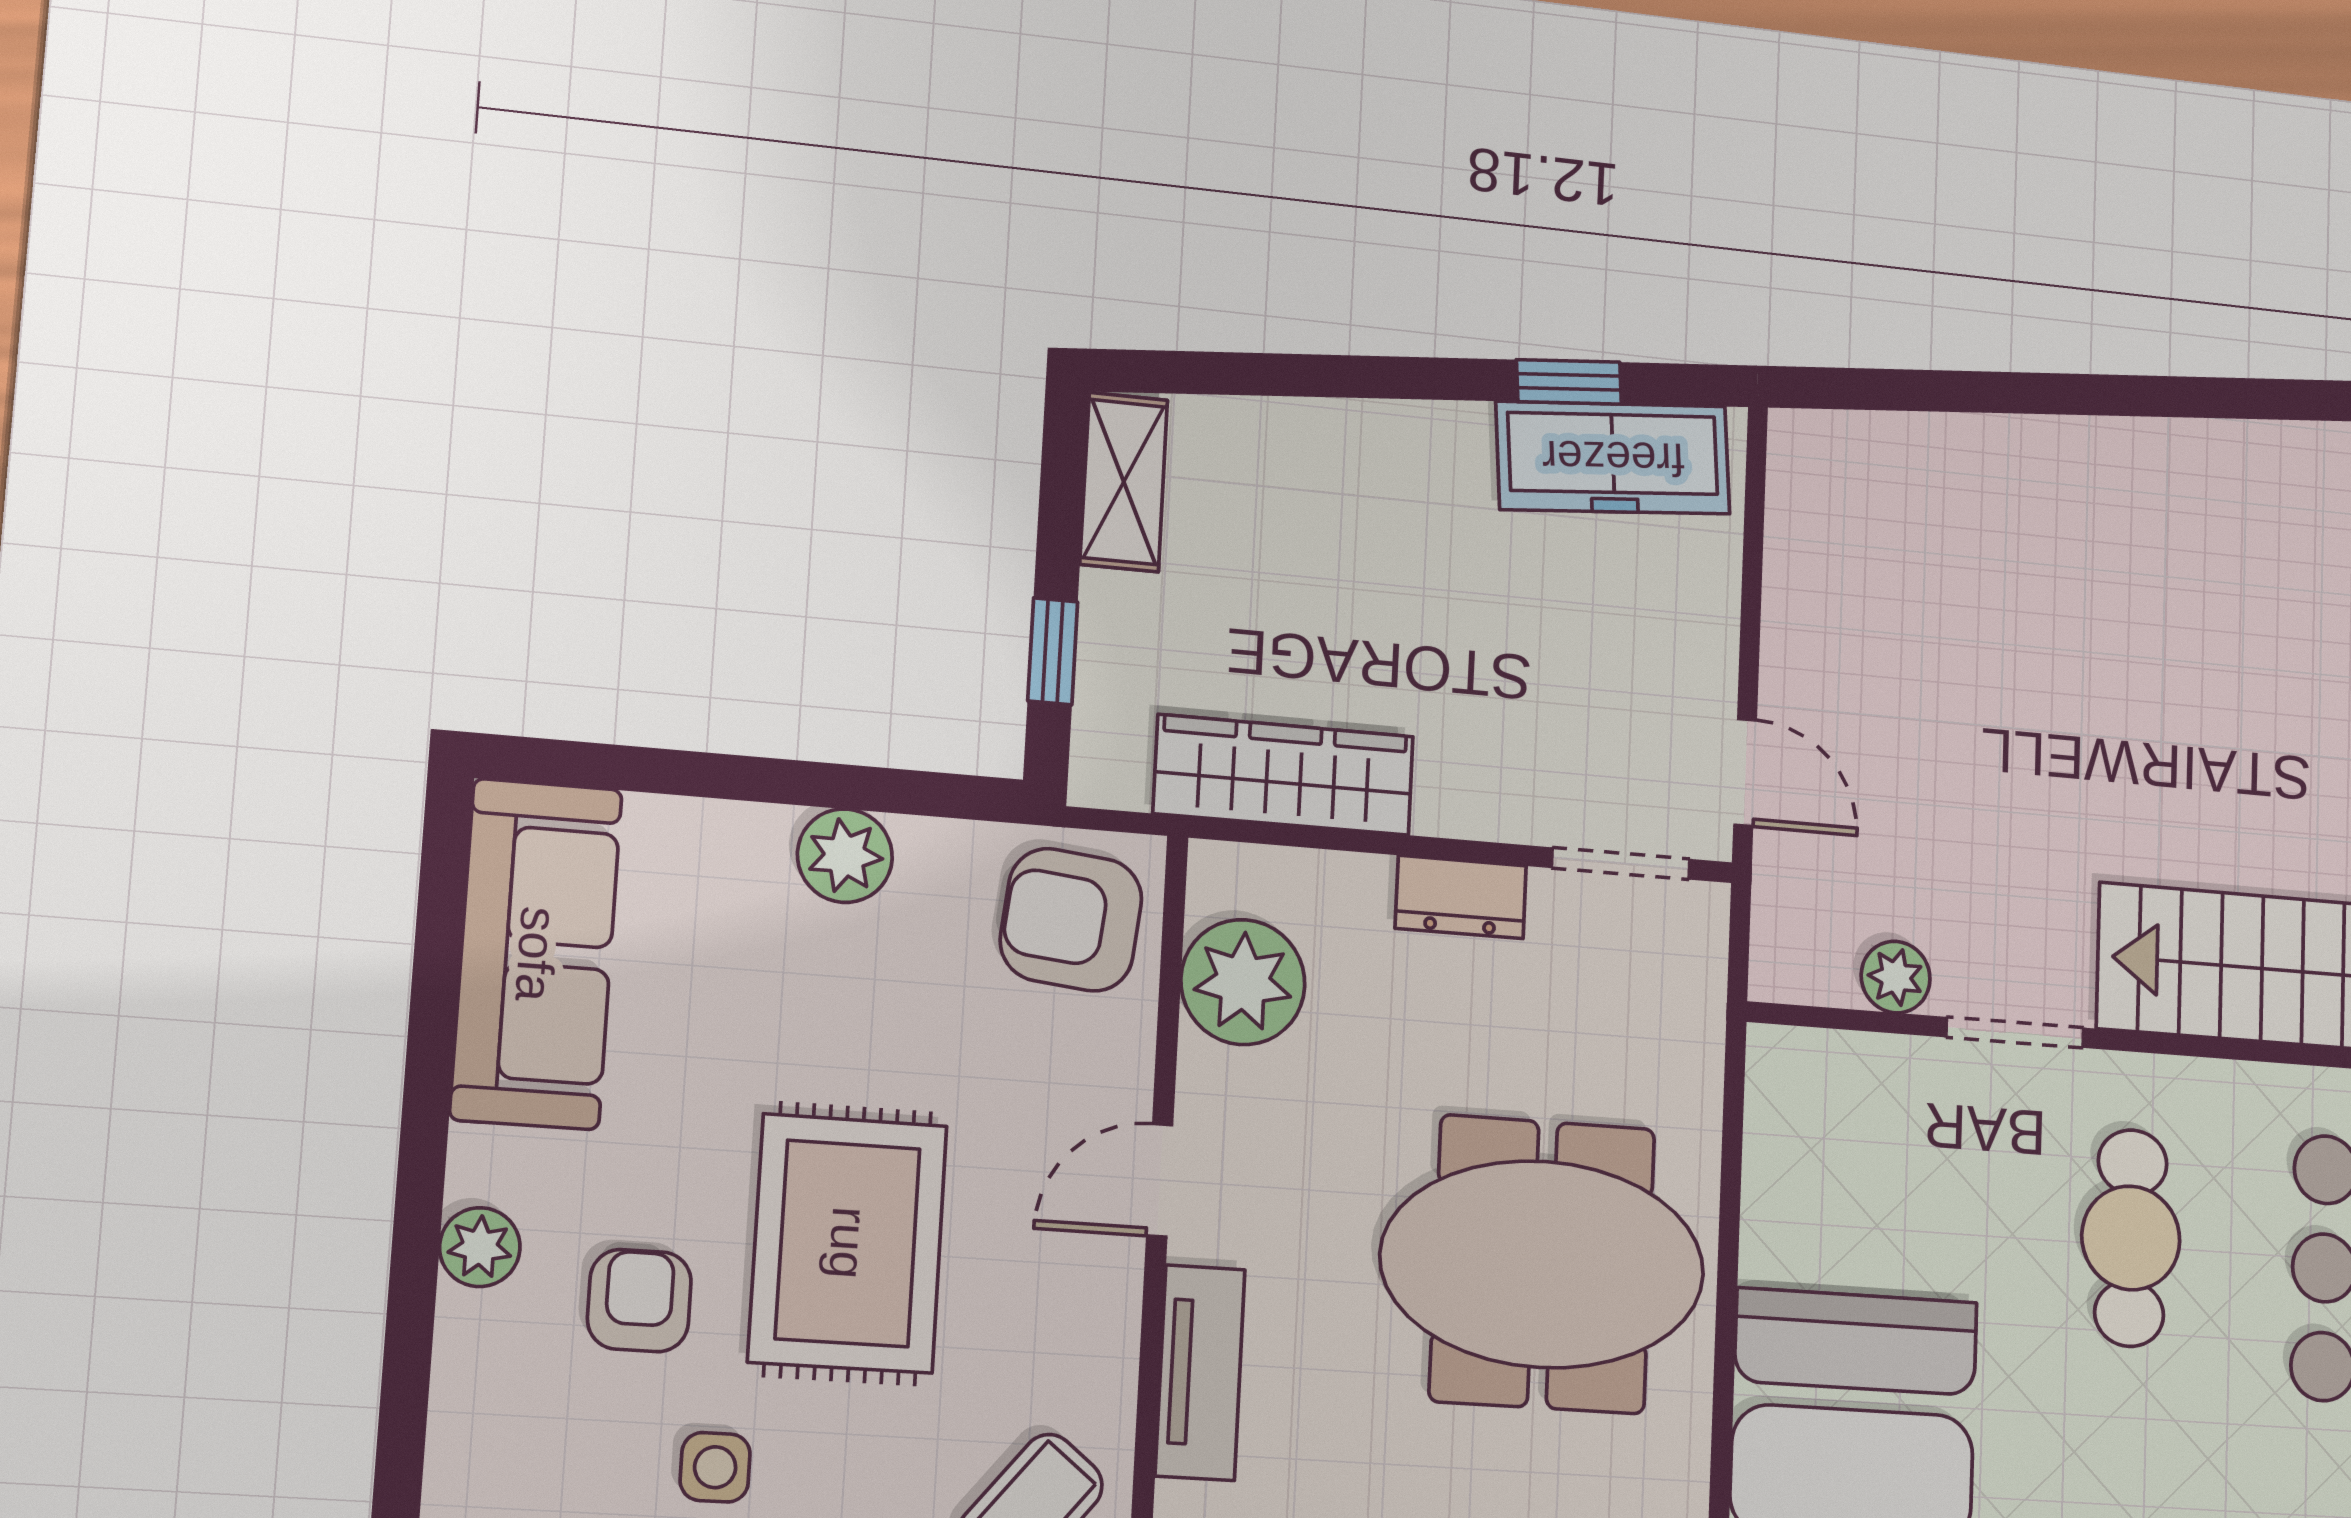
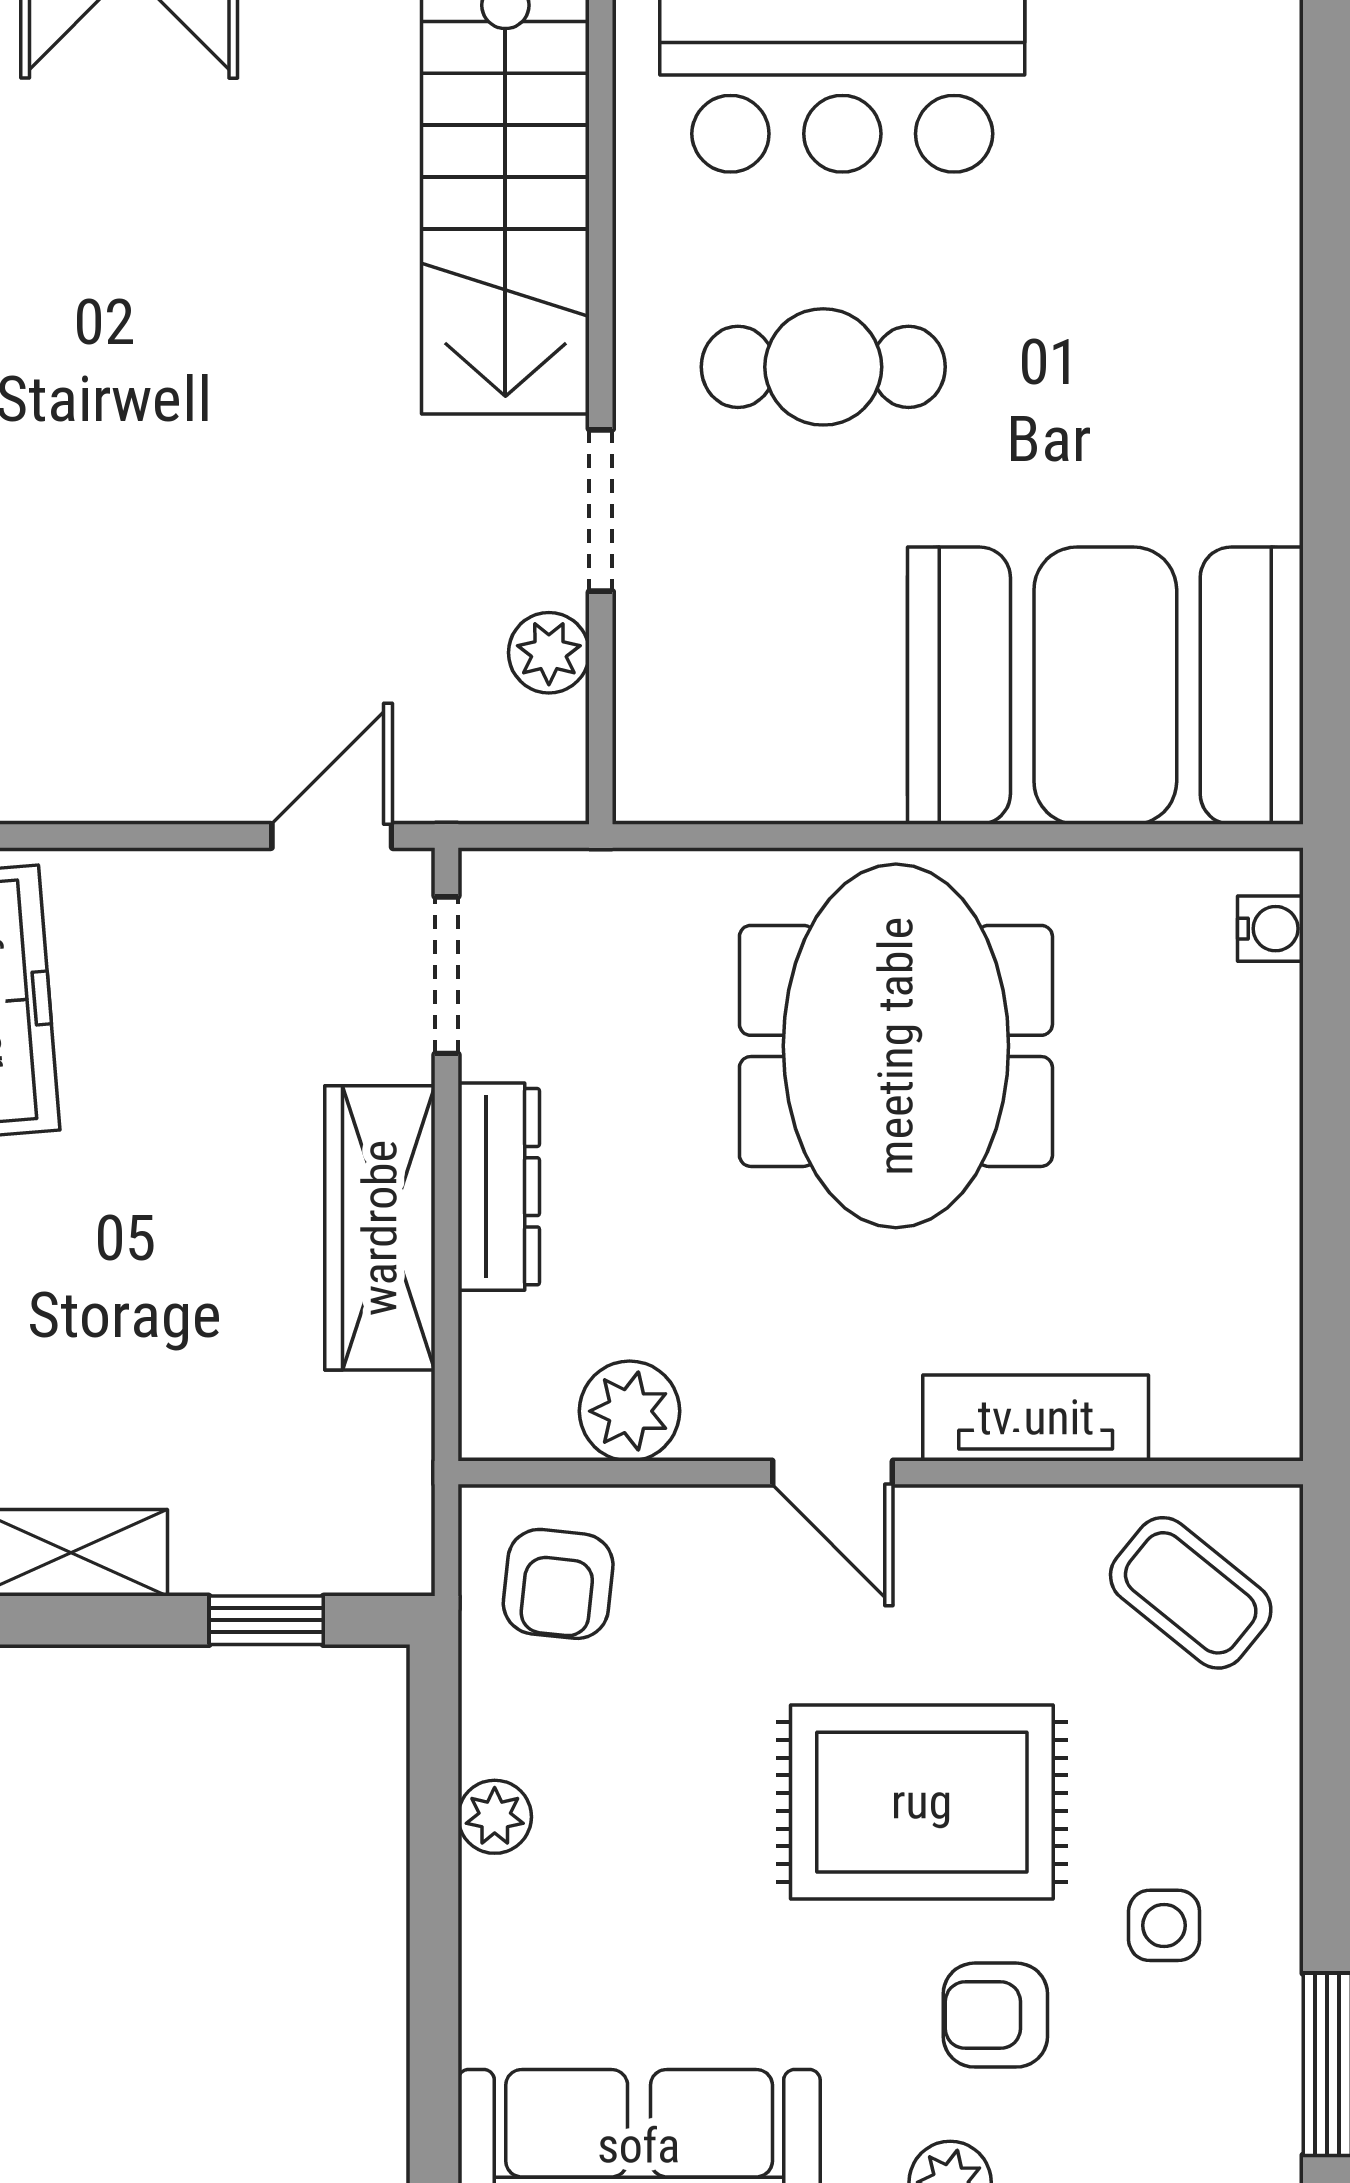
wardrobe: (1284, 775) -> (380, 1228), moved
plant: (845, 856) -> (495, 1817), width x0.73, depth x0.73
dresser: (1461, 897) -> (499, 1187), width x1.44
armchair: (1071, 920) -> (558, 1584), width x0.72, depth x0.72
plant: (1243, 982) -> (630, 1411), width x0.73, depth x0.73

